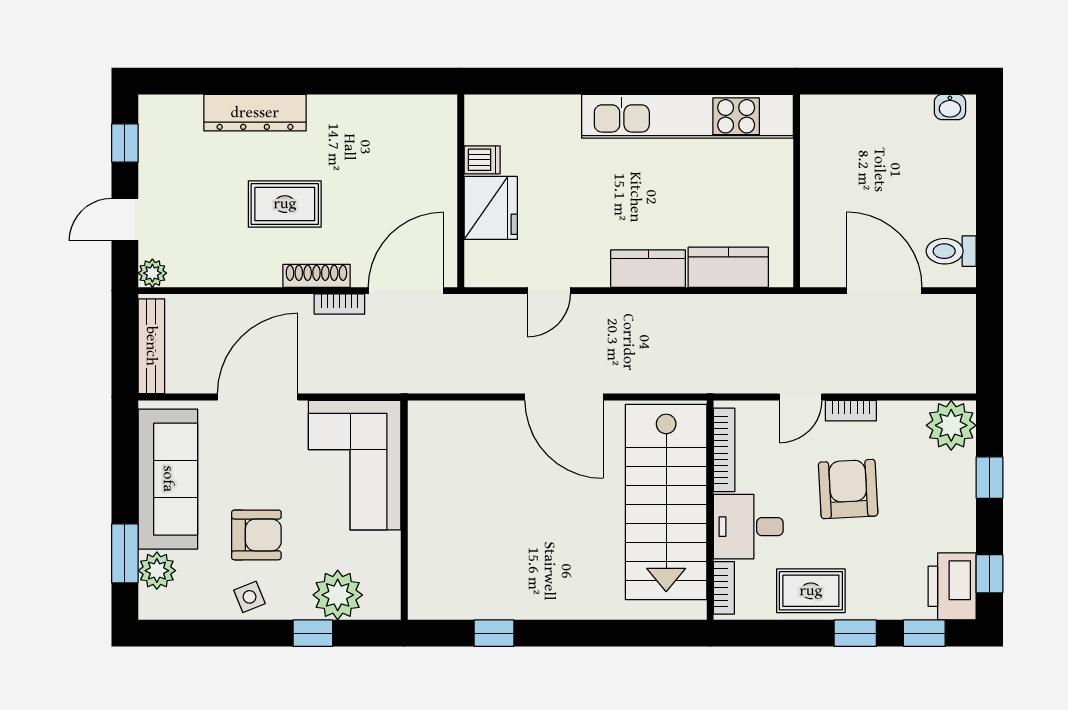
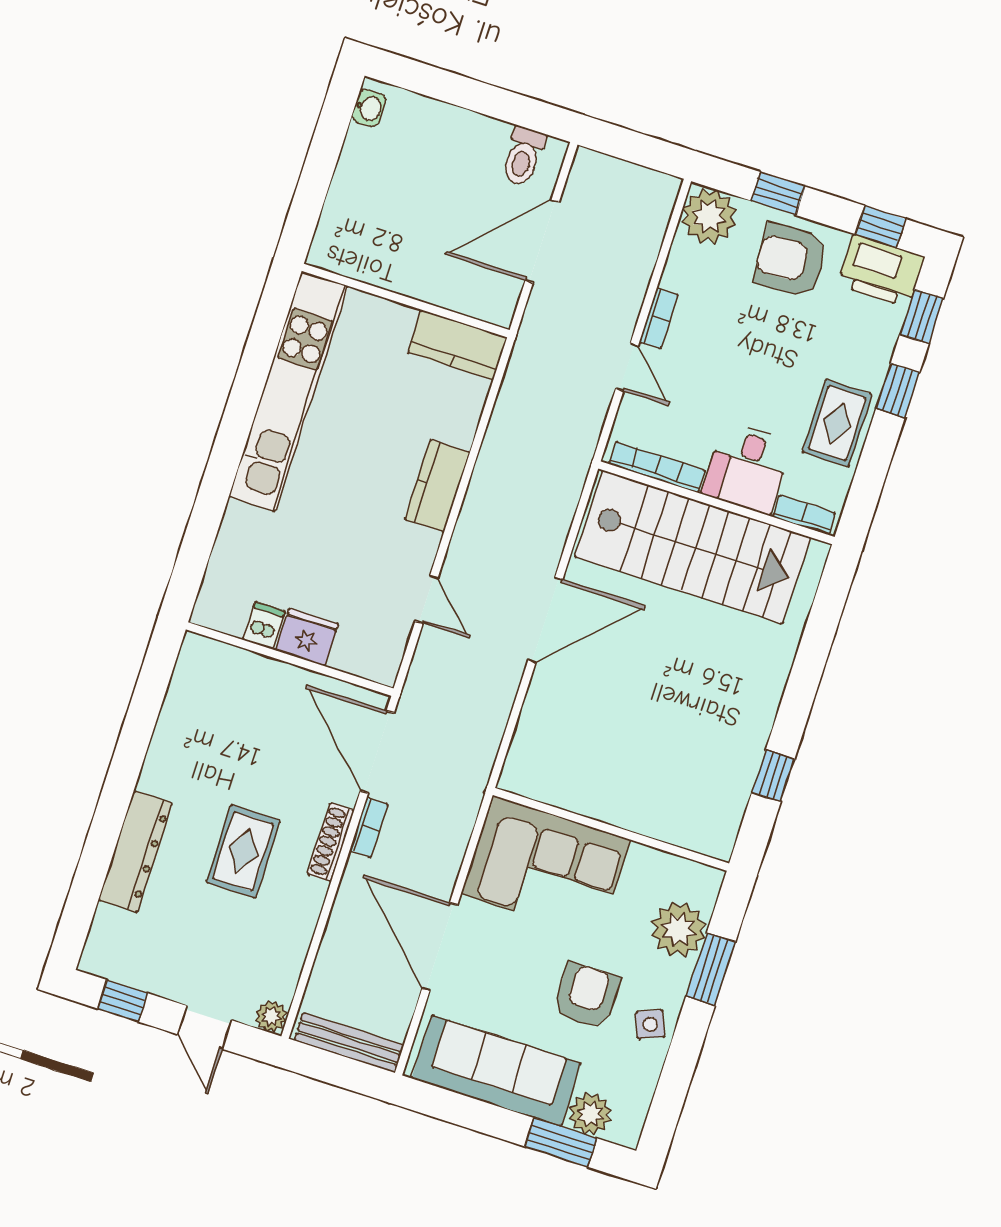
fridge: (491, 208) -> (307, 637), width x0.73, depth x0.75
kitchen counter: (728, 267) -> (458, 345), moved, turned -90
armchair: (848, 489) -> (791, 260), moved
window: (313, 633) -> (711, 969), width x1.50

